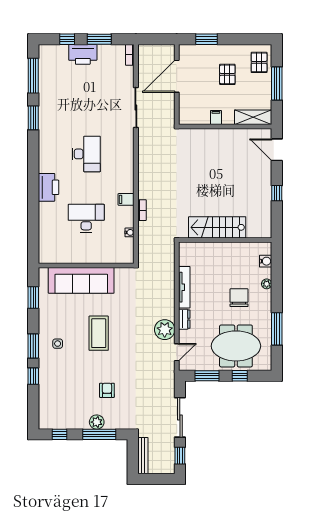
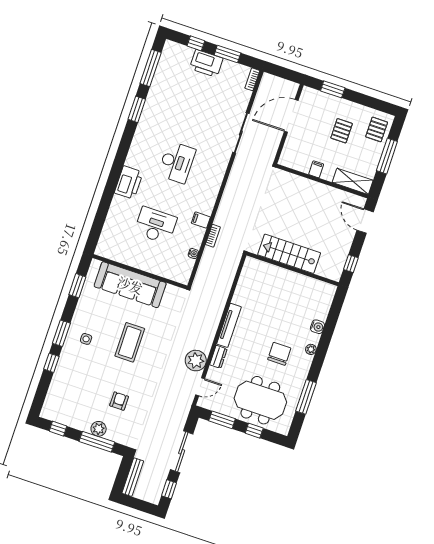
stairs: (217, 227) -> (289, 254), moved
wall: (225, 240) -> (293, 269), moved

